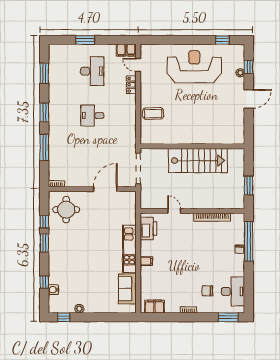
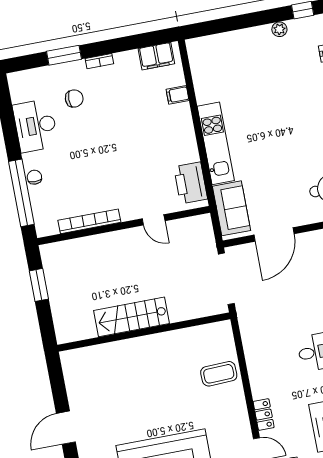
stairs: (198, 161) -> (132, 317), width x0.73, depth x0.66
filing cabinet: (146, 261) -> (178, 95), moved
sofa: (127, 289) -> (231, 208), moved
desk: (233, 292) -> (35, 126), moved
window: (228, 317) -> (64, 55), moved

